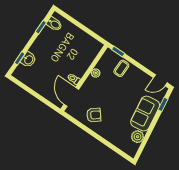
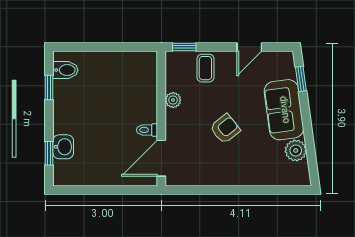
door: (160, 80) -> (249, 47), moved
door: (71, 97) -> (161, 158), hinge flipped
armchair: (94, 115) -> (225, 129), moved

